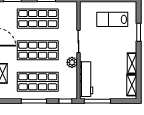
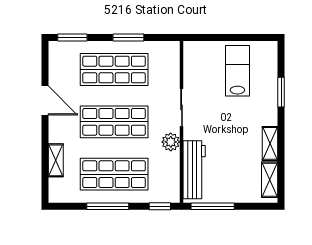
lab bench: (112, 19) -> (237, 71), turned 90

